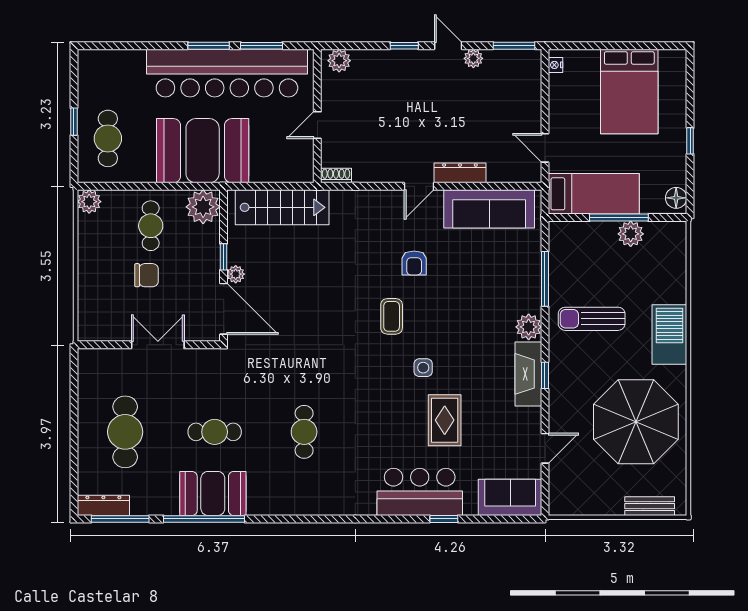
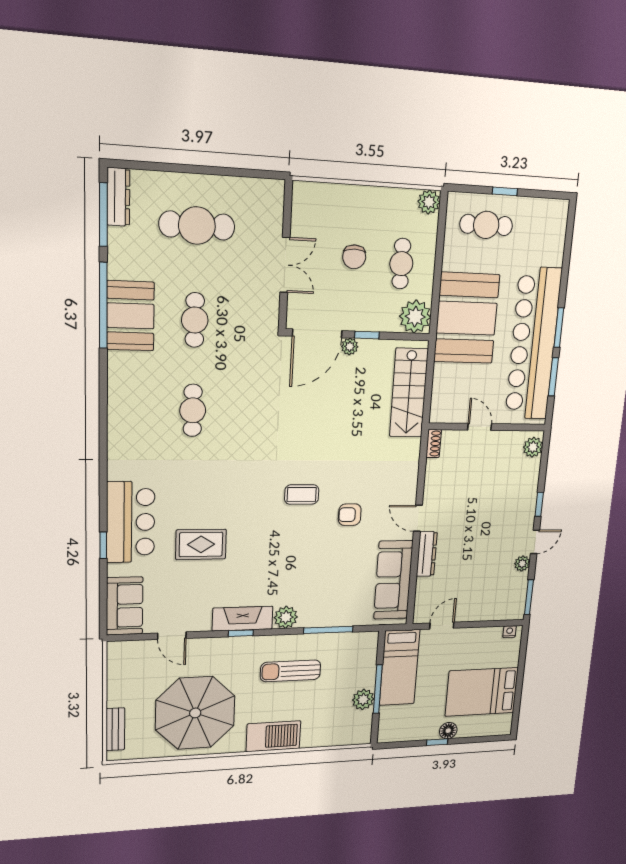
floor lamp: (676, 198) -> (448, 731), moved
cafe table: (151, 226) -> (401, 264), turned 90
sun lounger: (592, 319) -> (291, 671), turned -90
side table: (423, 368) -> (252, 524), removed
cafe table: (304, 432) -> (193, 410), turned 90

